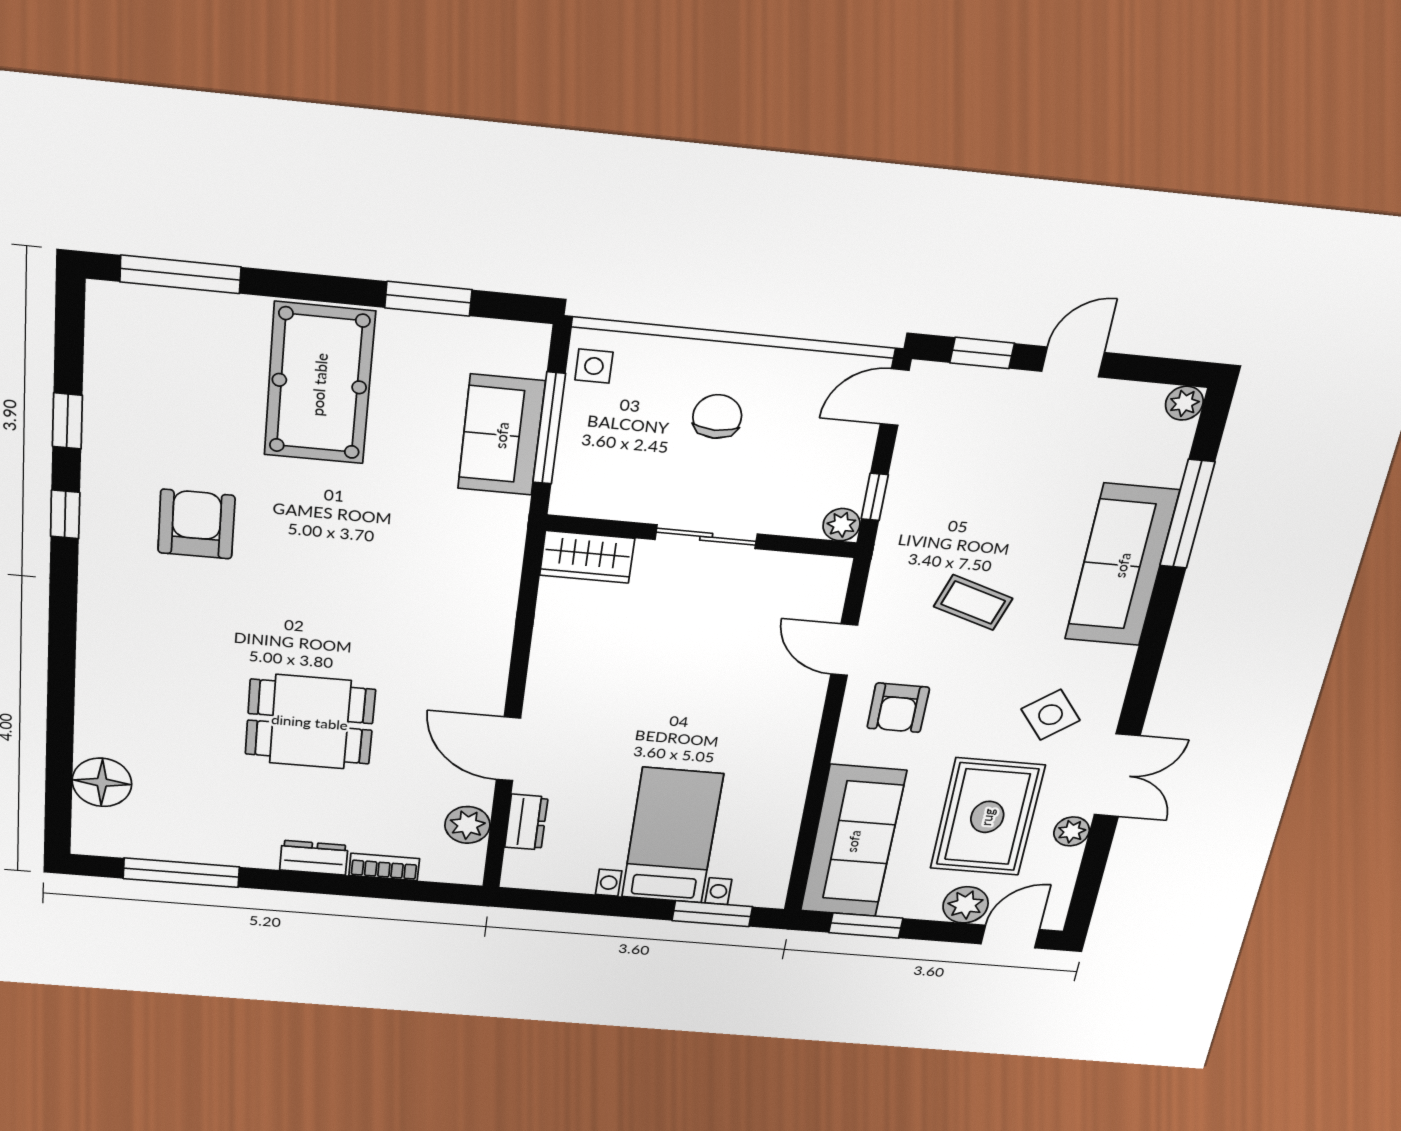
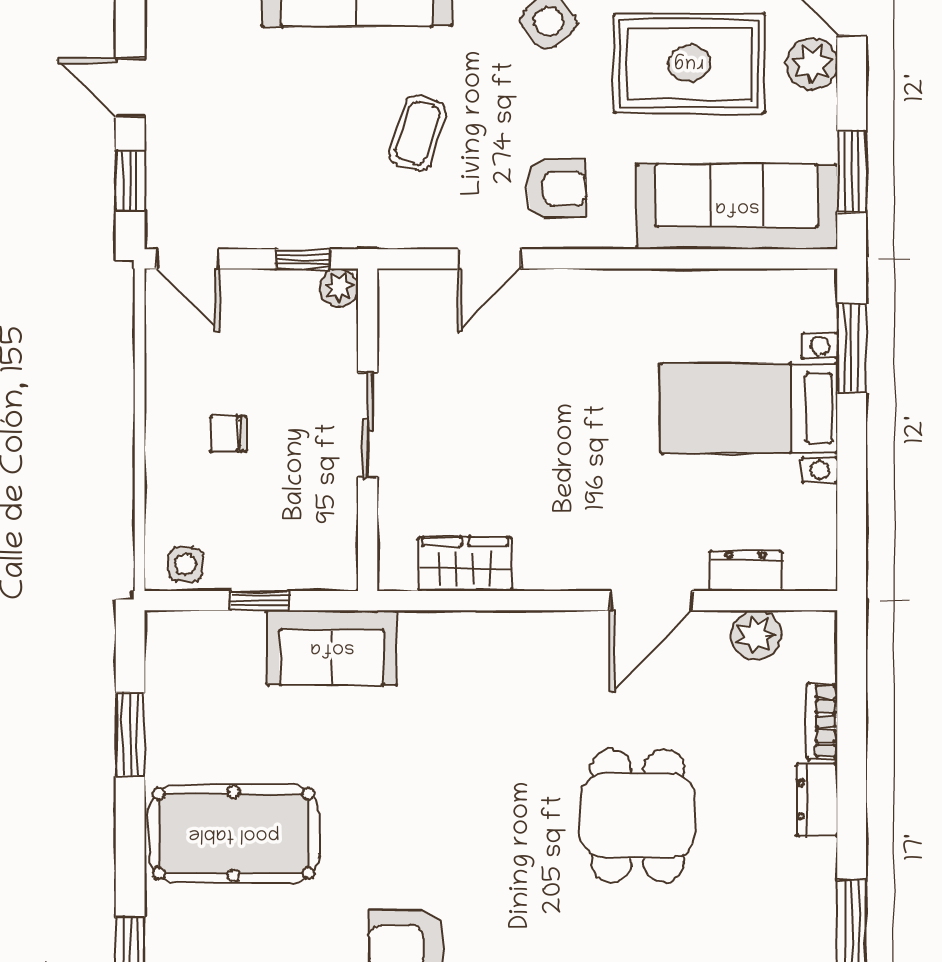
chair: (717, 417) -> (228, 434), width x0.73, depth x0.73
window: (549, 428) -> (259, 601), width x0.46
sofa: (501, 435) -> (332, 648), moved
wardrobe: (587, 557) -> (465, 564), moved, turned -90

